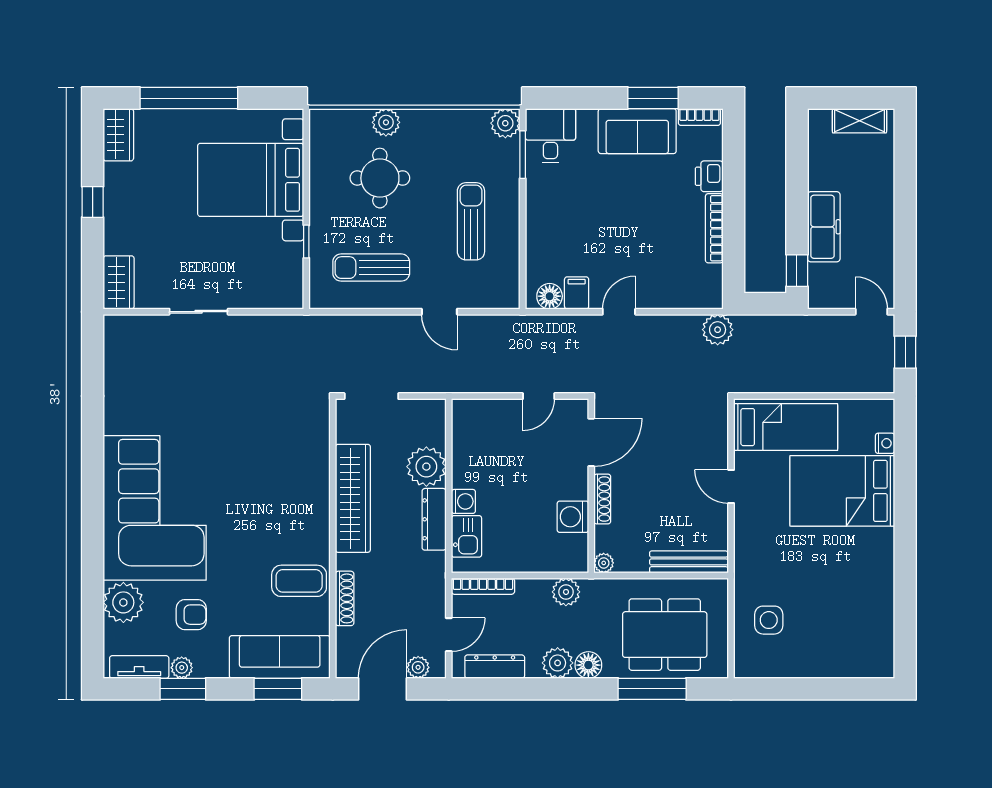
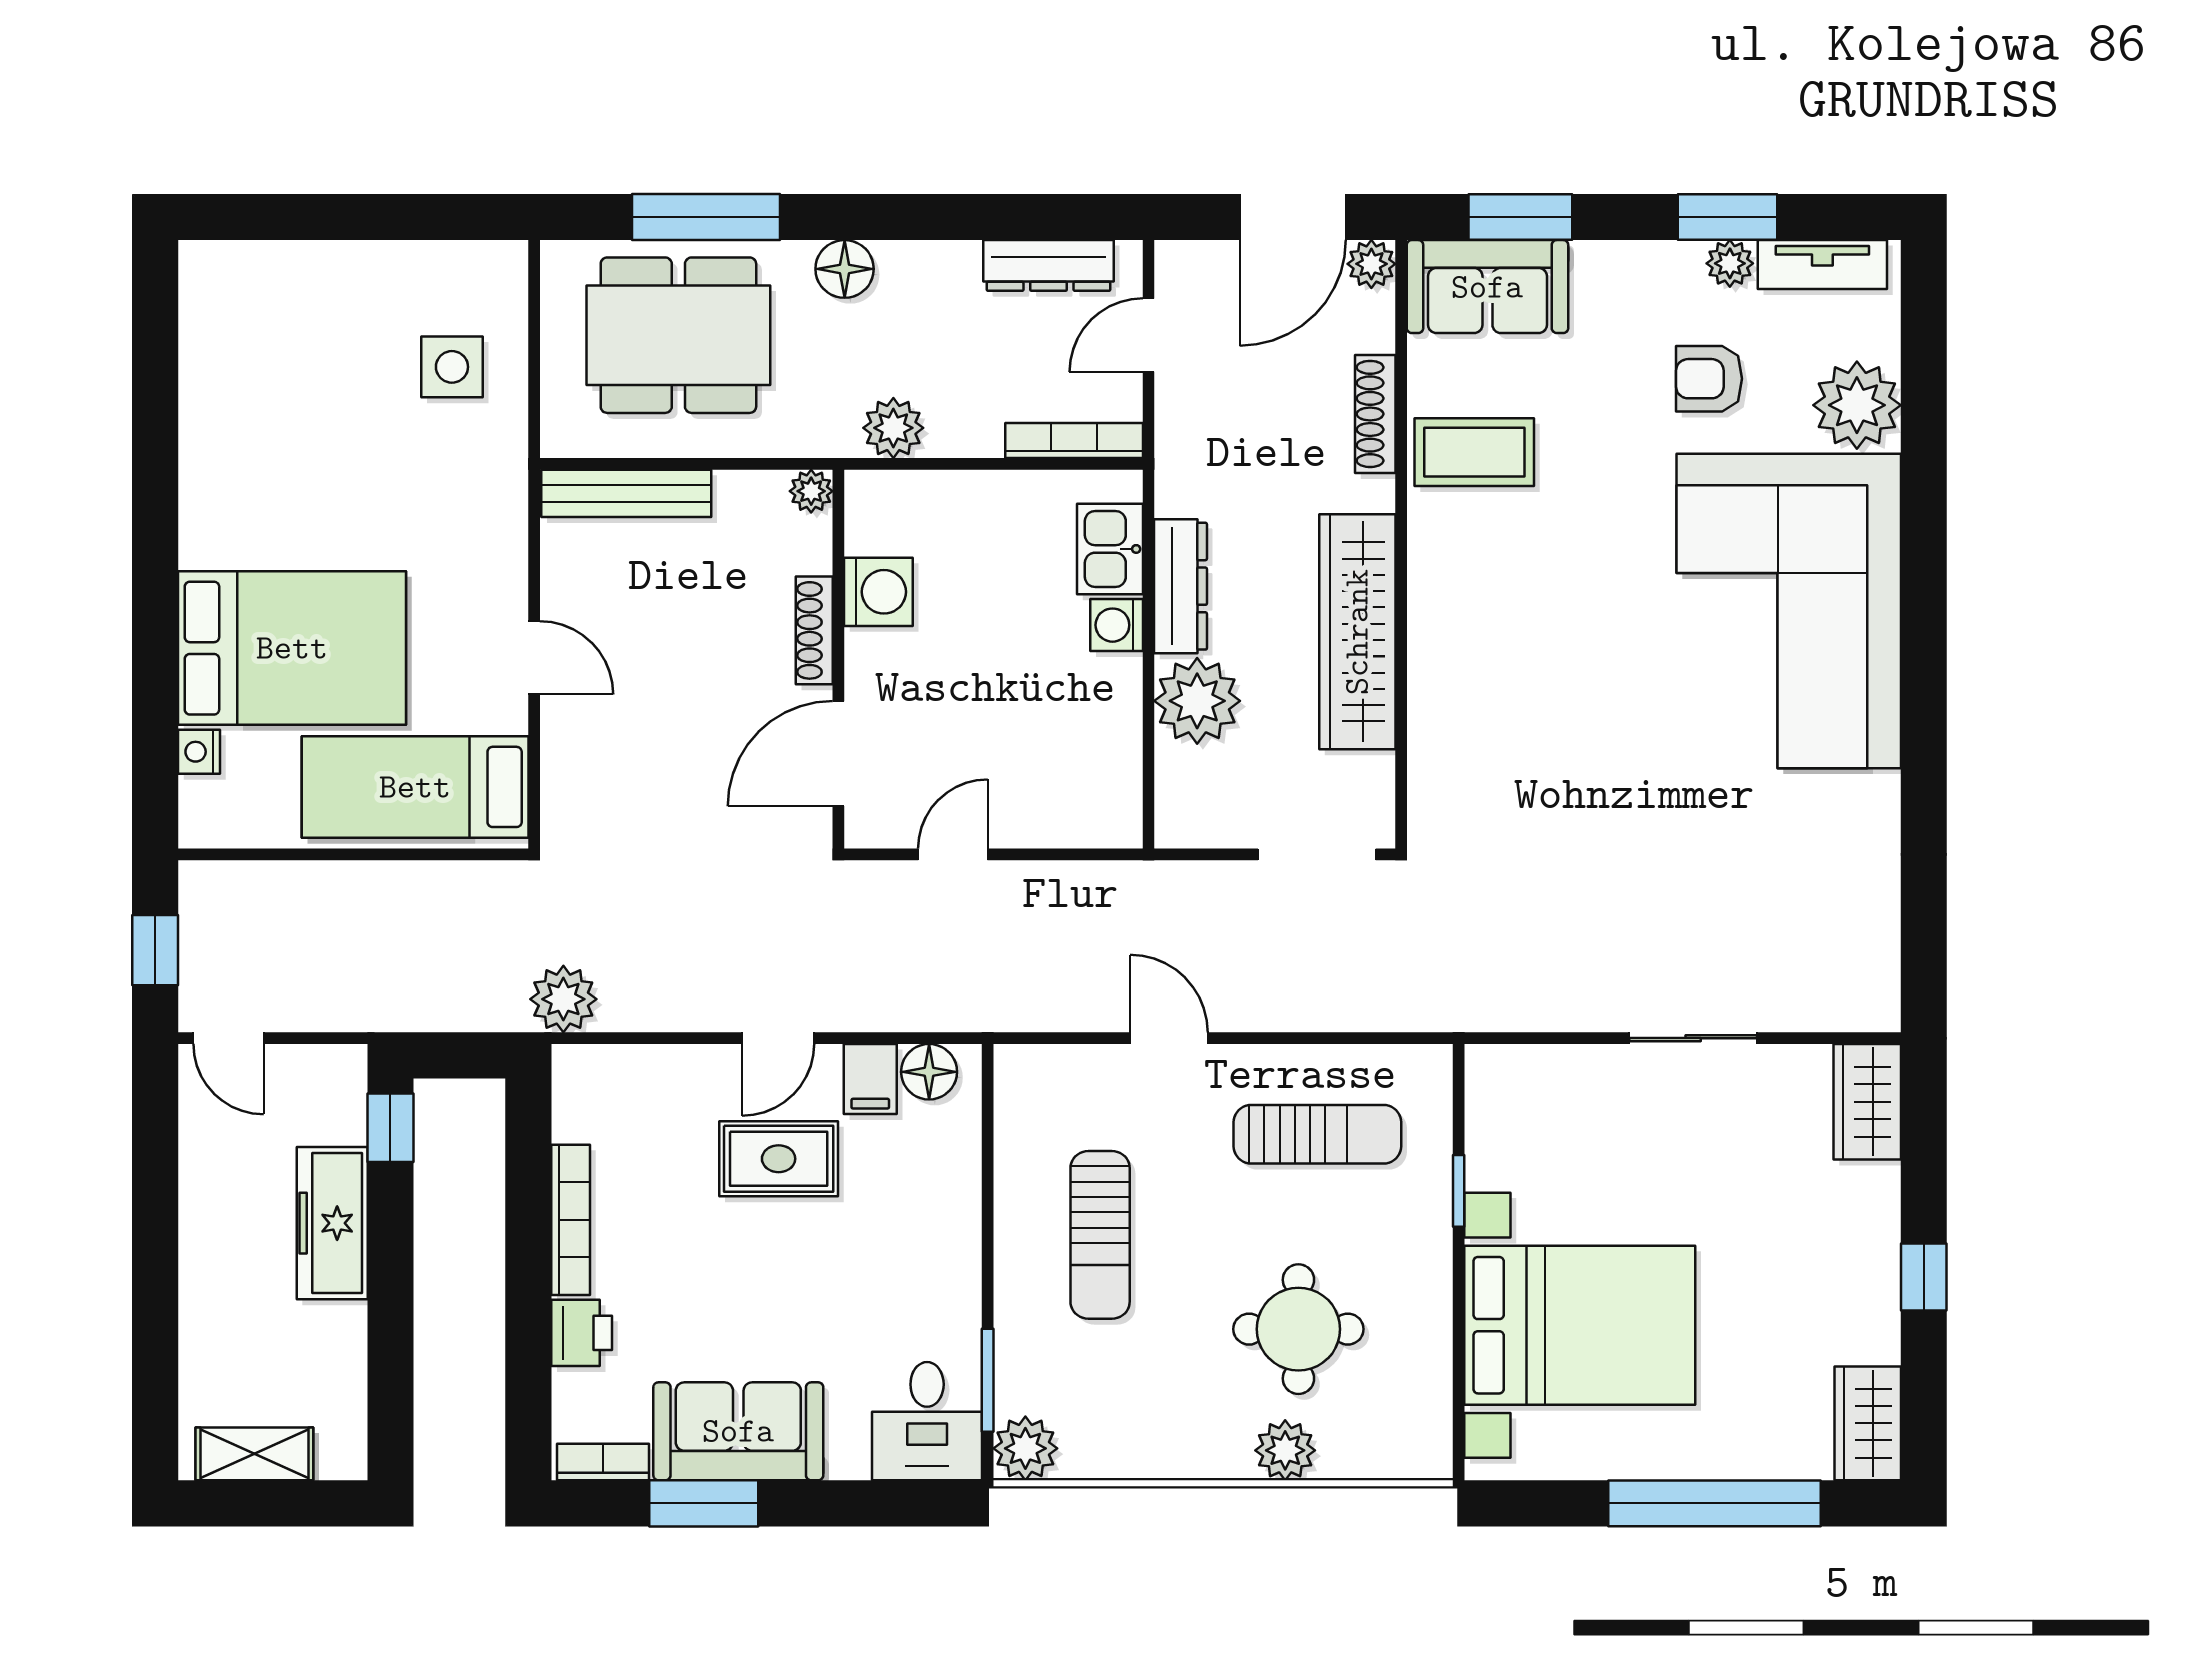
rug: (619, 256) -> (779, 1159), added
sofa: (280, 657) -> (1487, 287), width x0.73
plant: (558, 663) -> (912, 273), removed
plant: (418, 667) -> (1371, 264), moved

